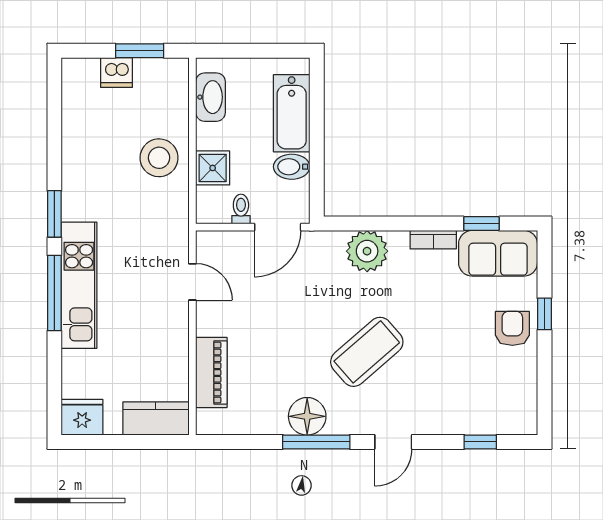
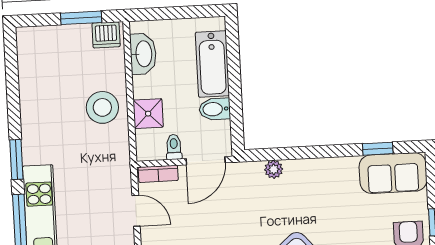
dishwasher: (117, 72) -> (106, 35), moved
bookcase: (433, 240) -> (158, 174), moved
plant: (367, 251) -> (274, 169), width x0.53, depth x0.53

